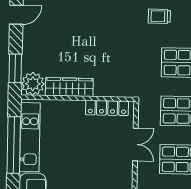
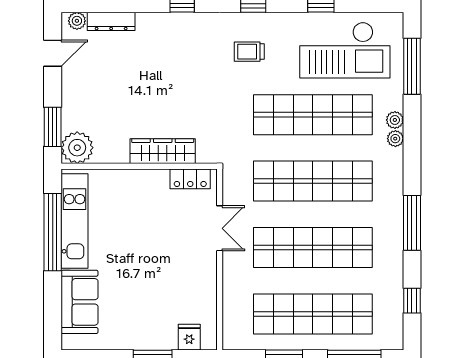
wardrobe: (69, 87) -> (163, 151), moved
locker: (107, 108) -> (190, 179), width x0.66

